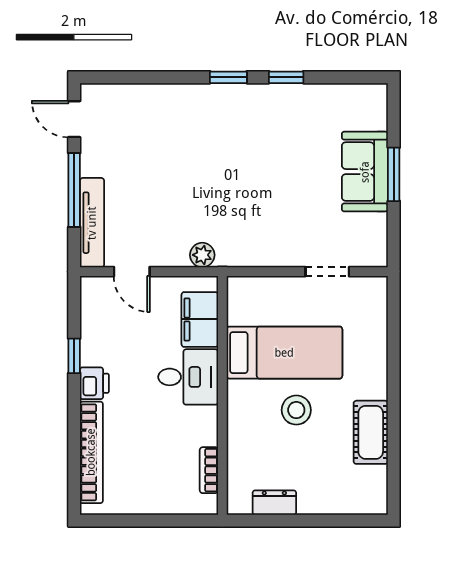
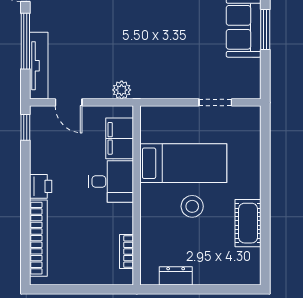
window: (74, 356) -> (25, 127), moved

